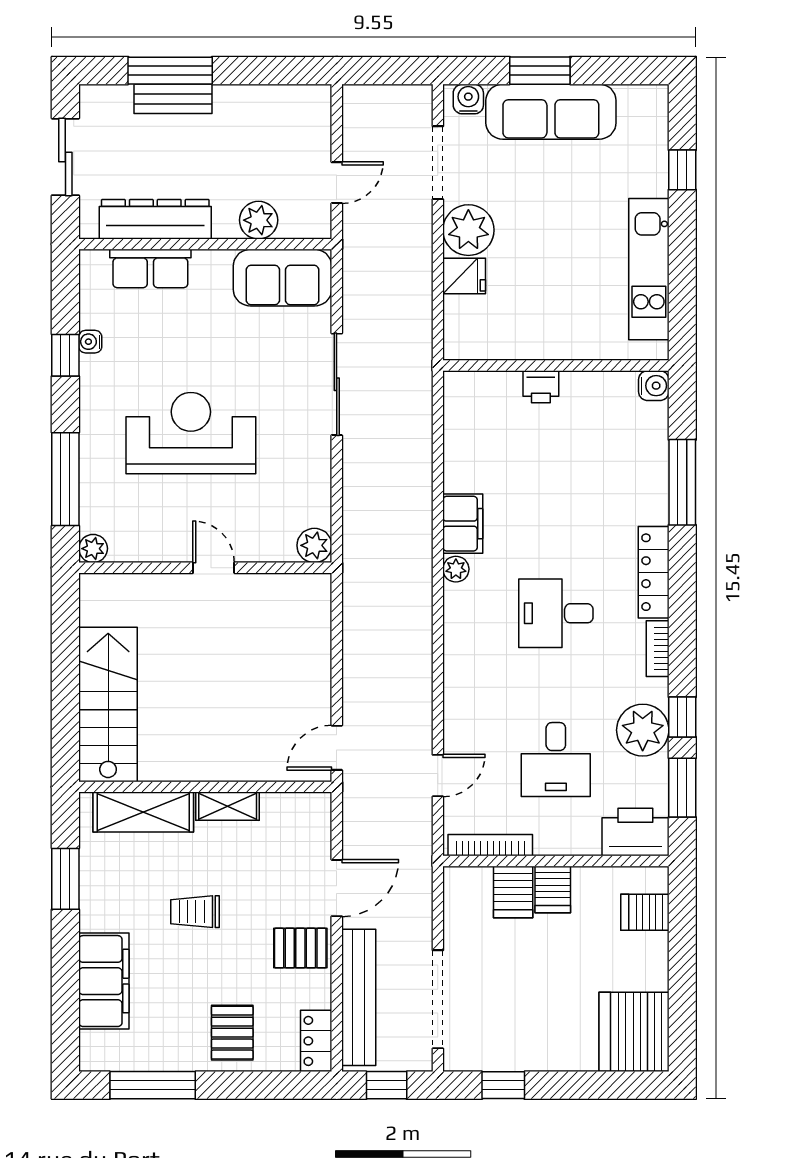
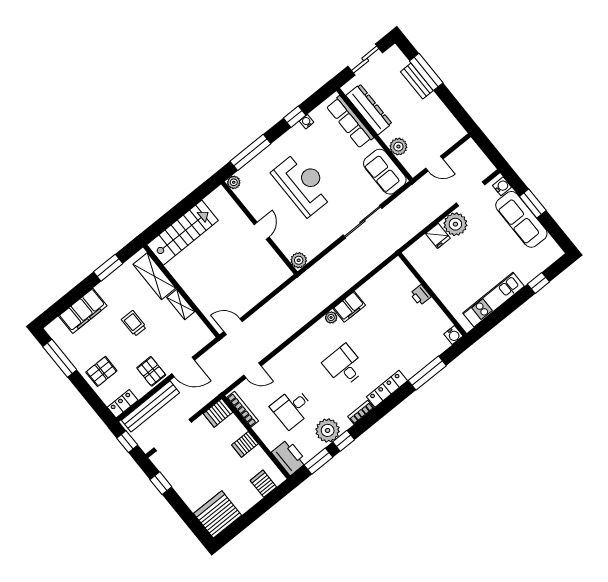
row of seats: (150, 269) -> (350, 122), width x1.48
server rack: (513, 892) -> (218, 413), moved

